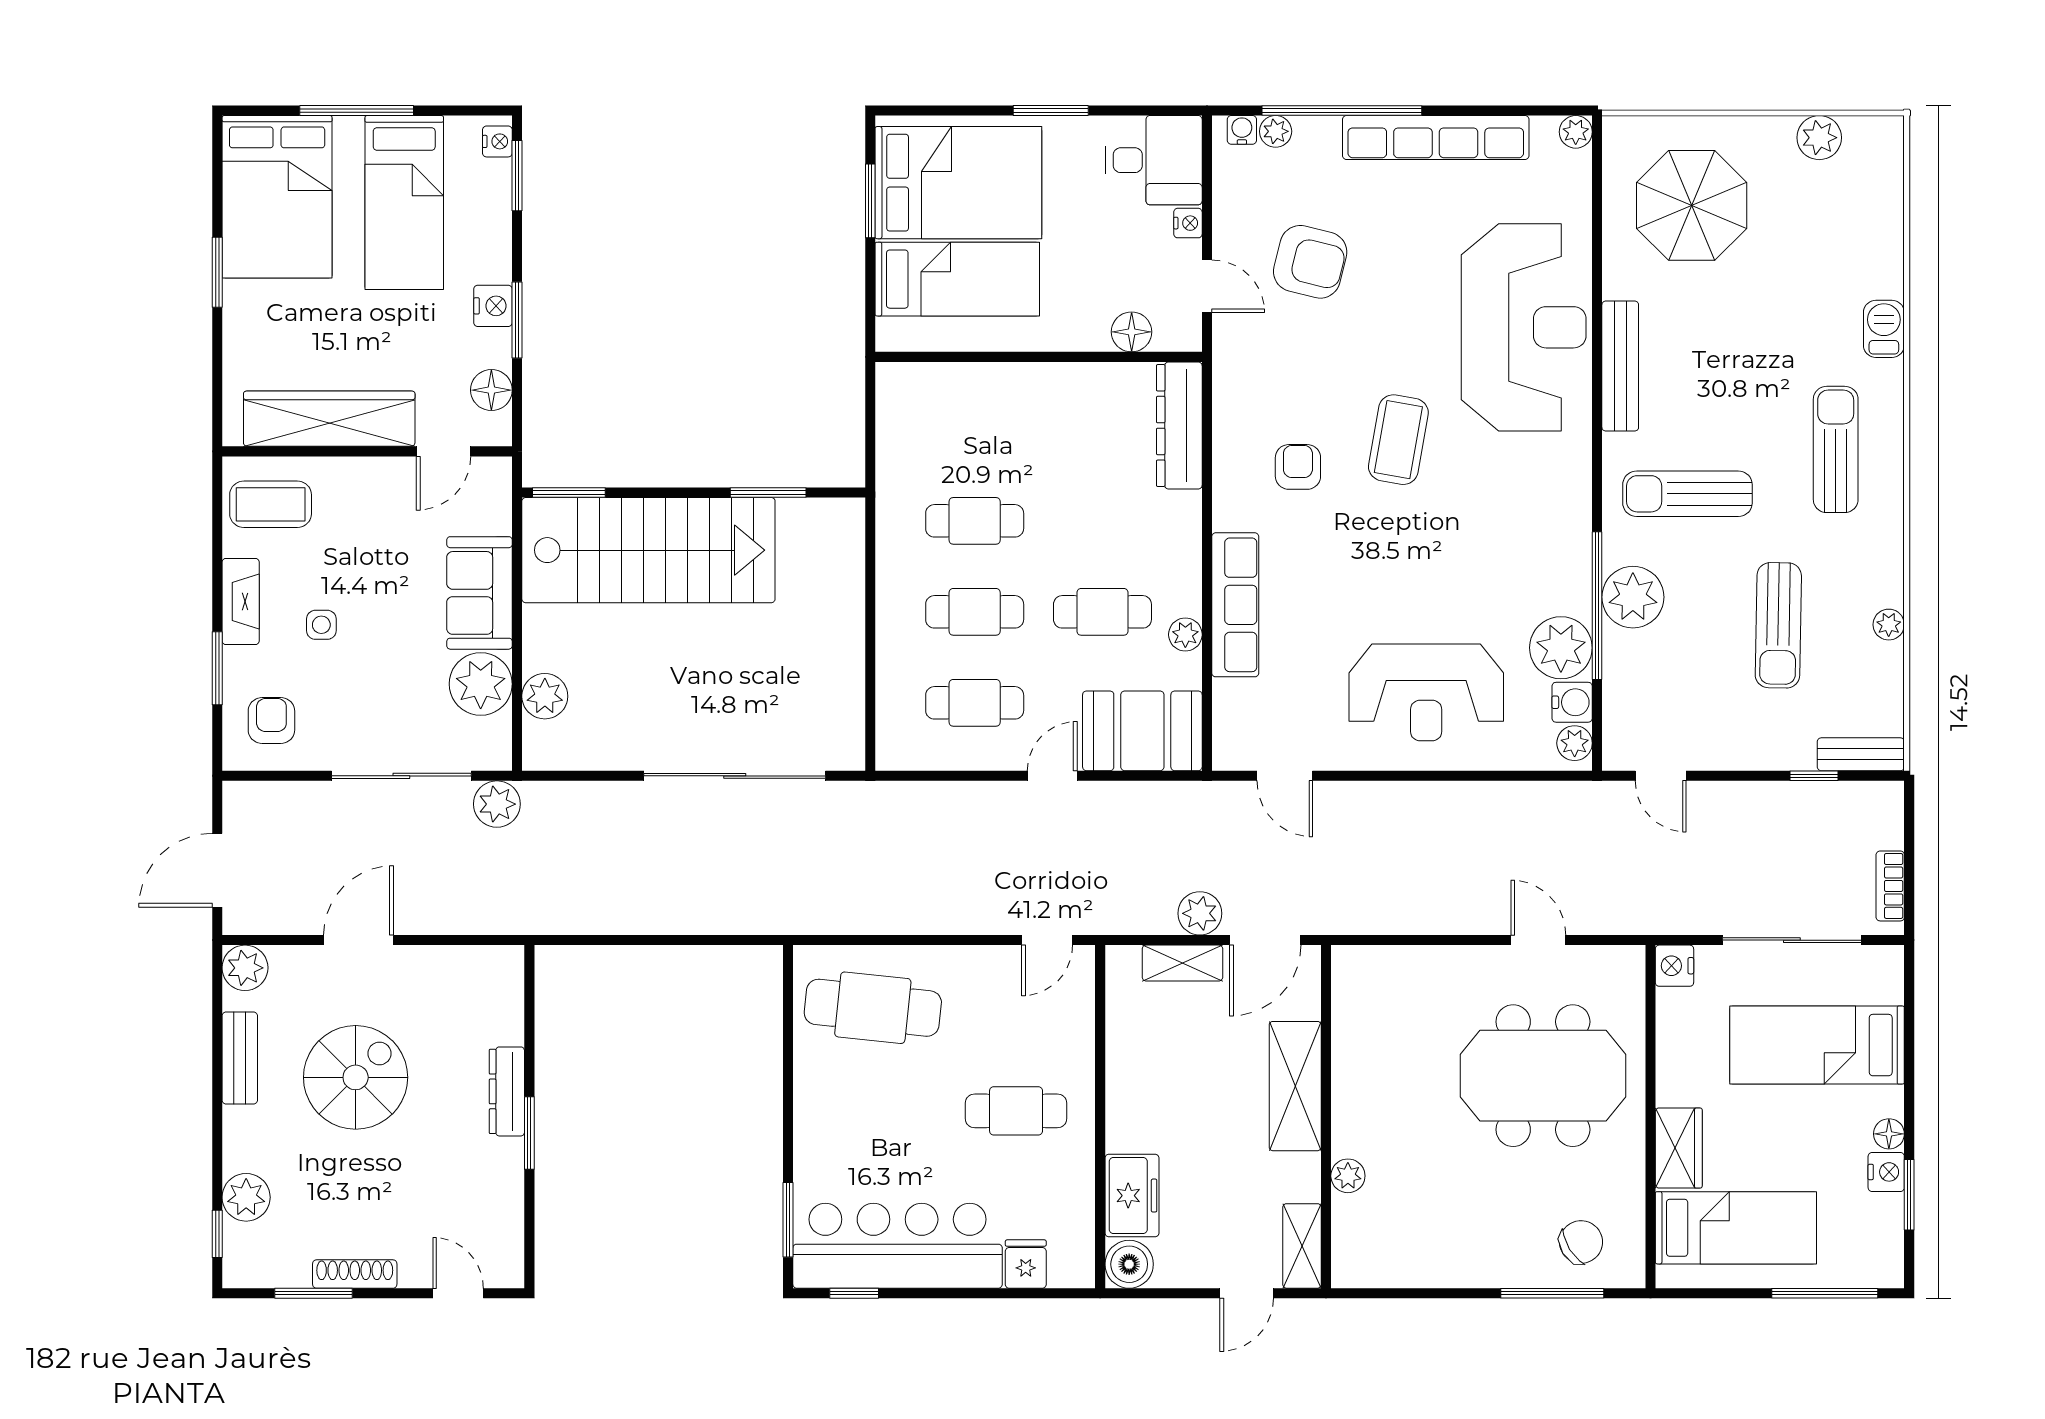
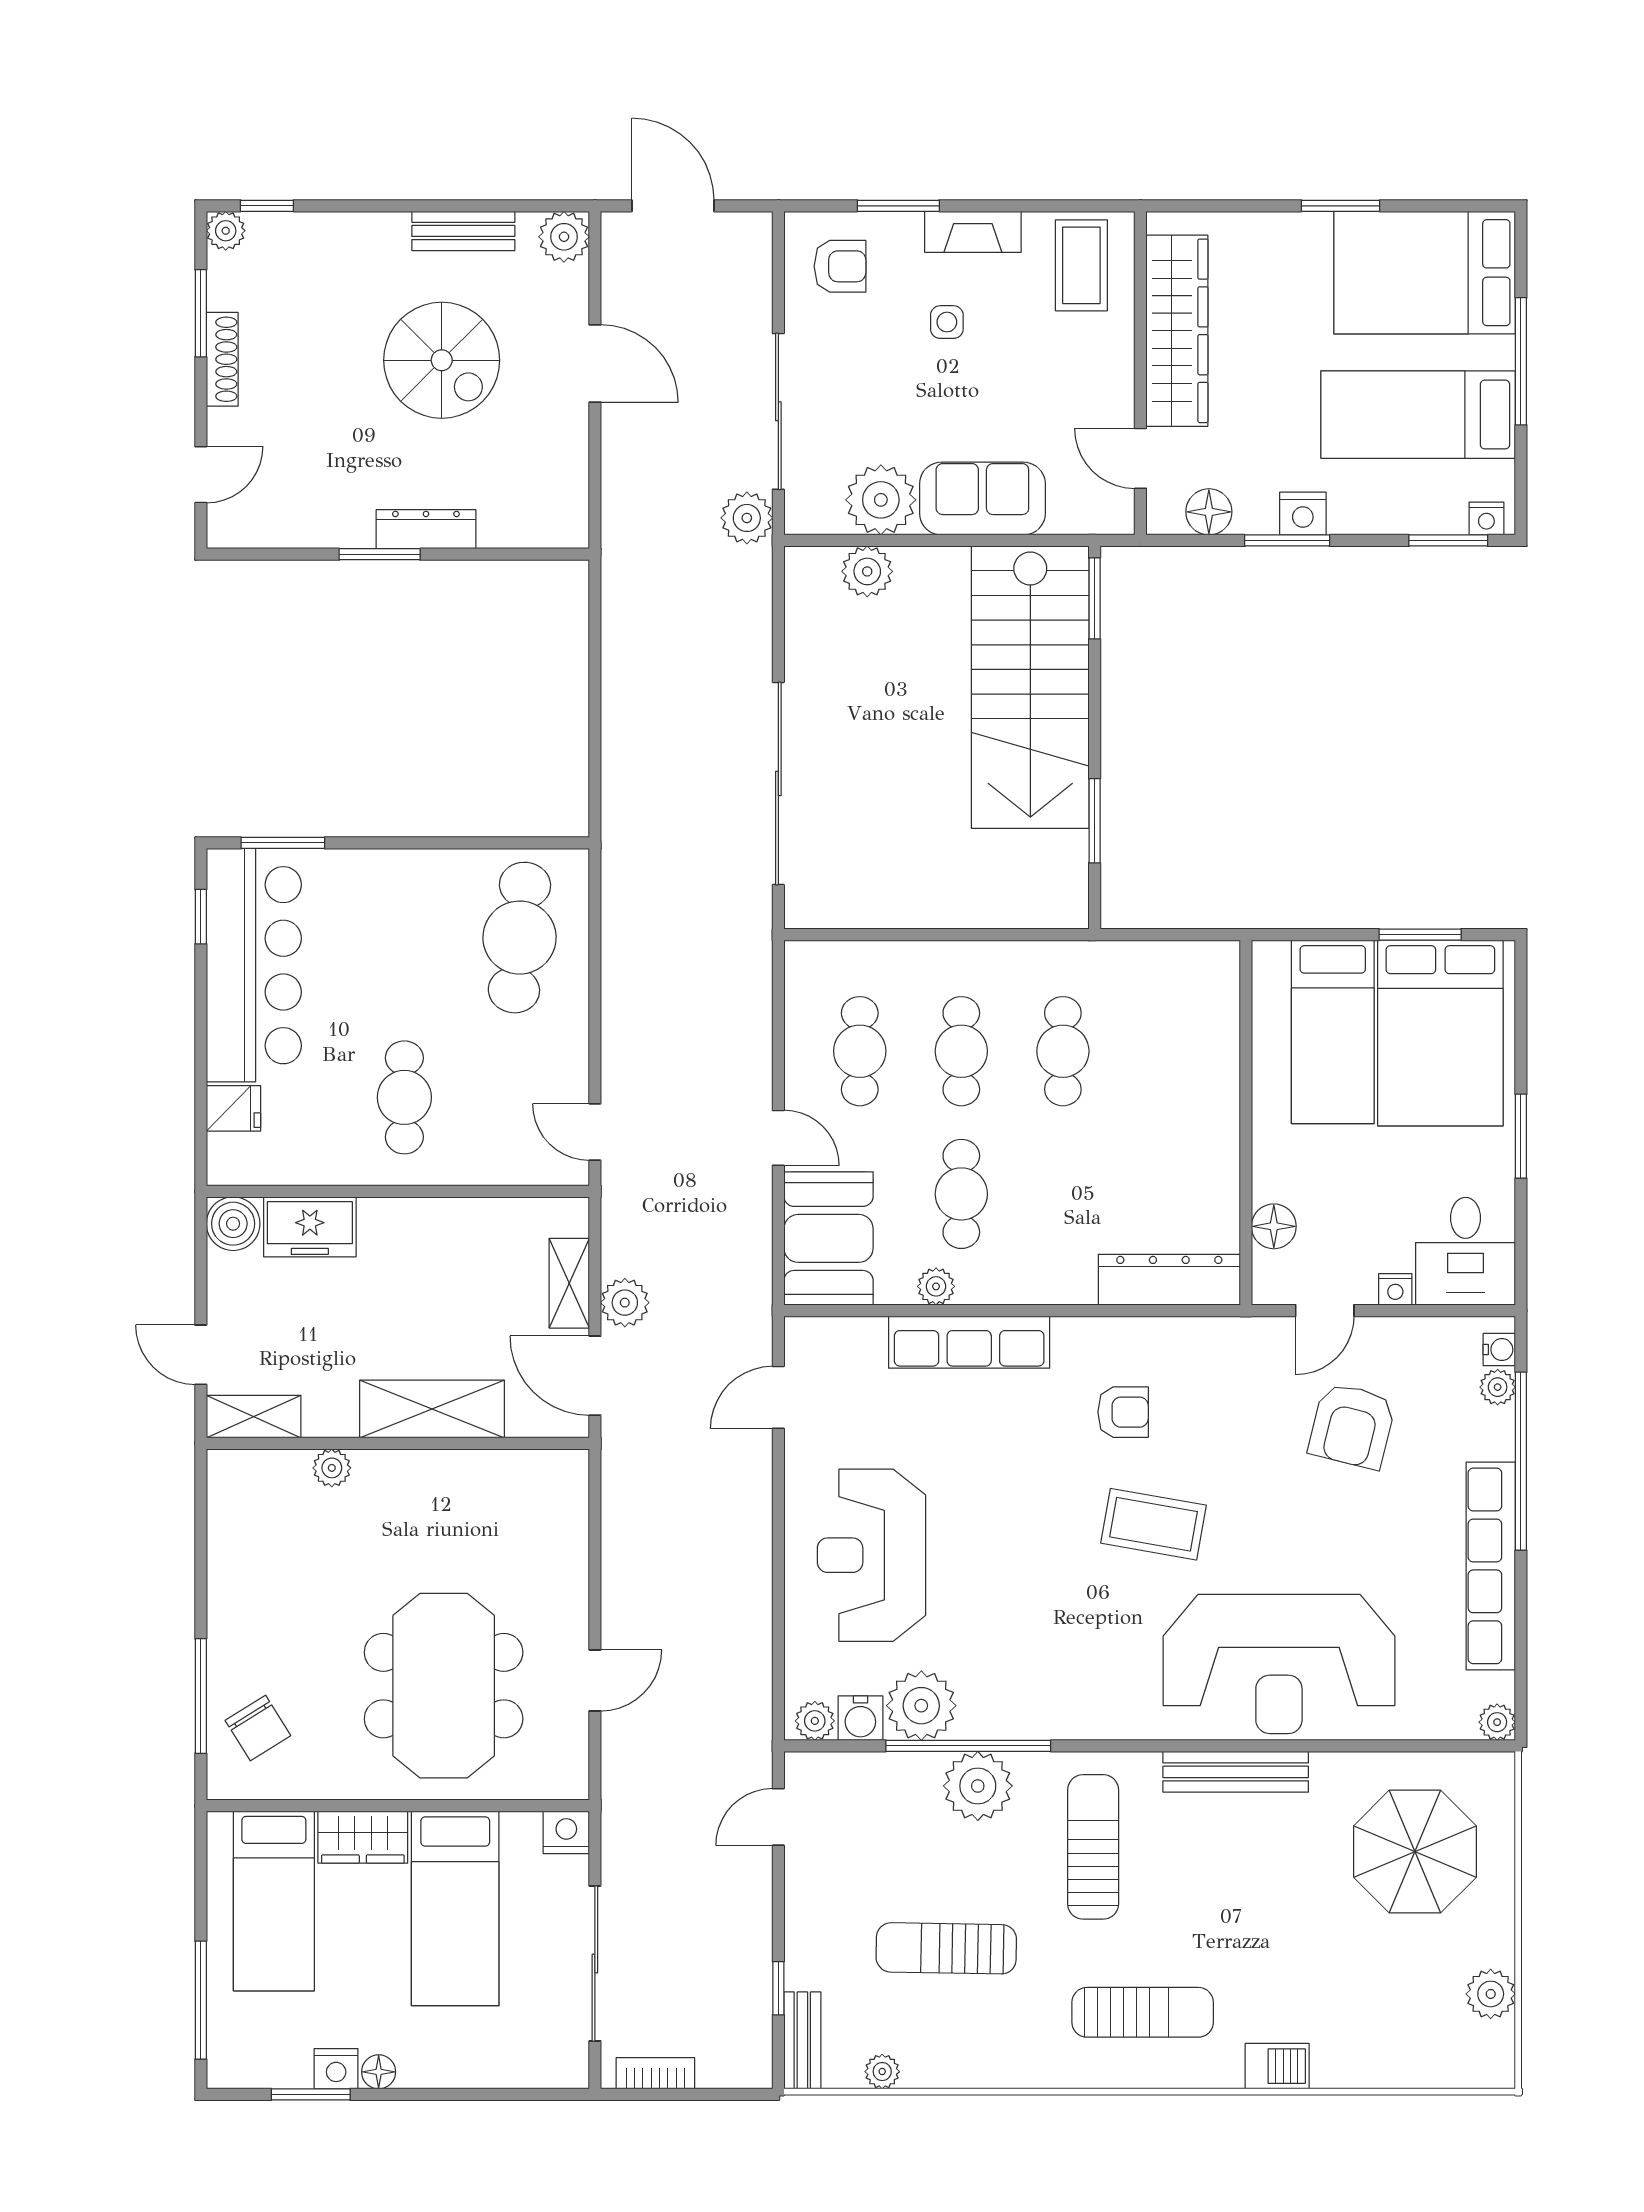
plant: (1889, 625) -> (882, 2072), moved
bed: (1817, 1045) -> (455, 1908), moved, turned 180
plant: (246, 1197) -> (226, 231), moved, width x0.73, depth x0.73

